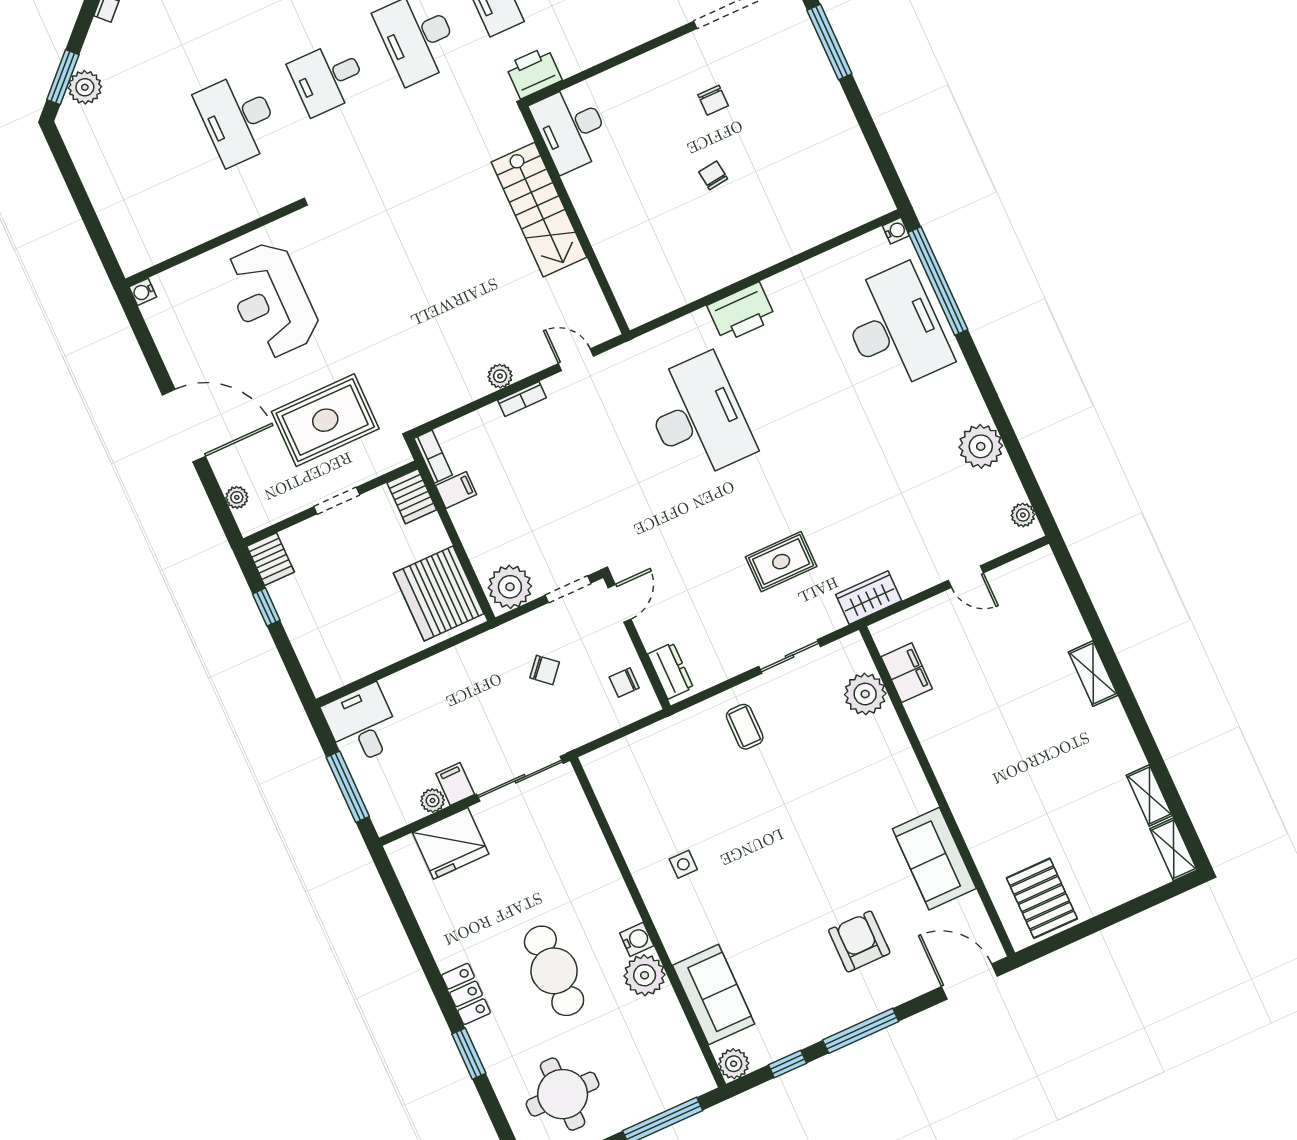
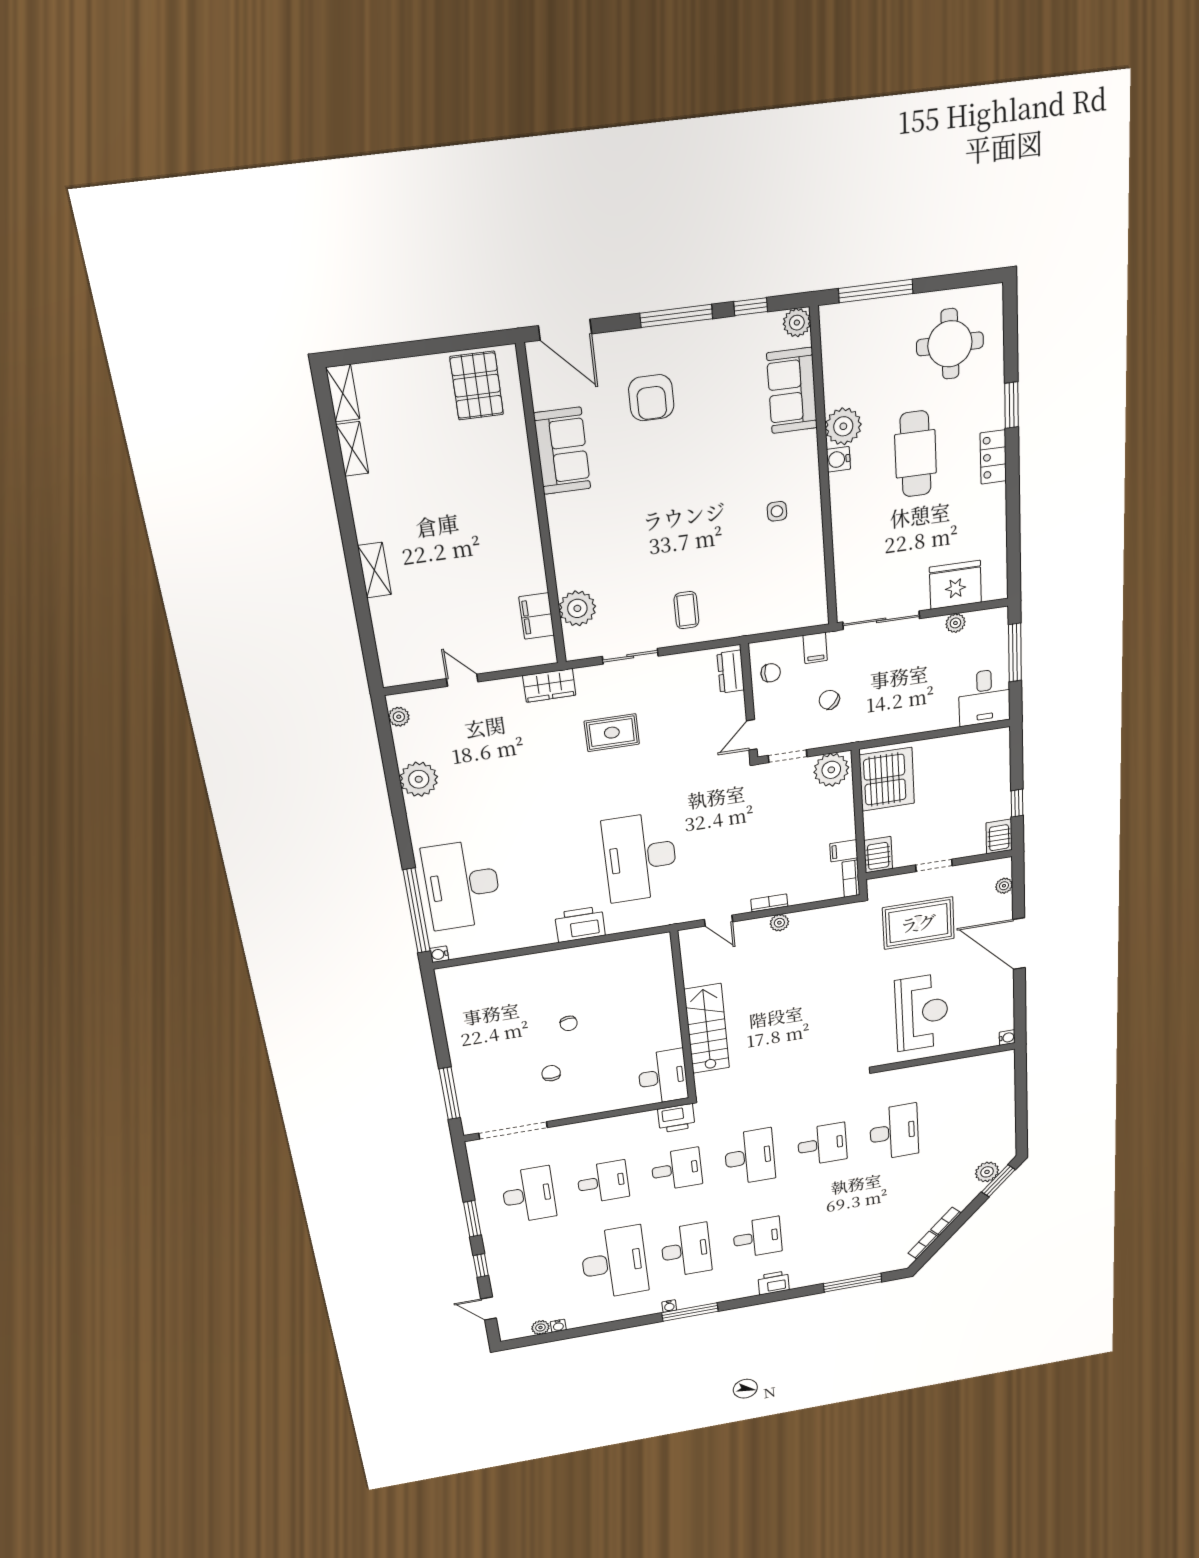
filing cabinet: (455, 784) -> (815, 648), moved

